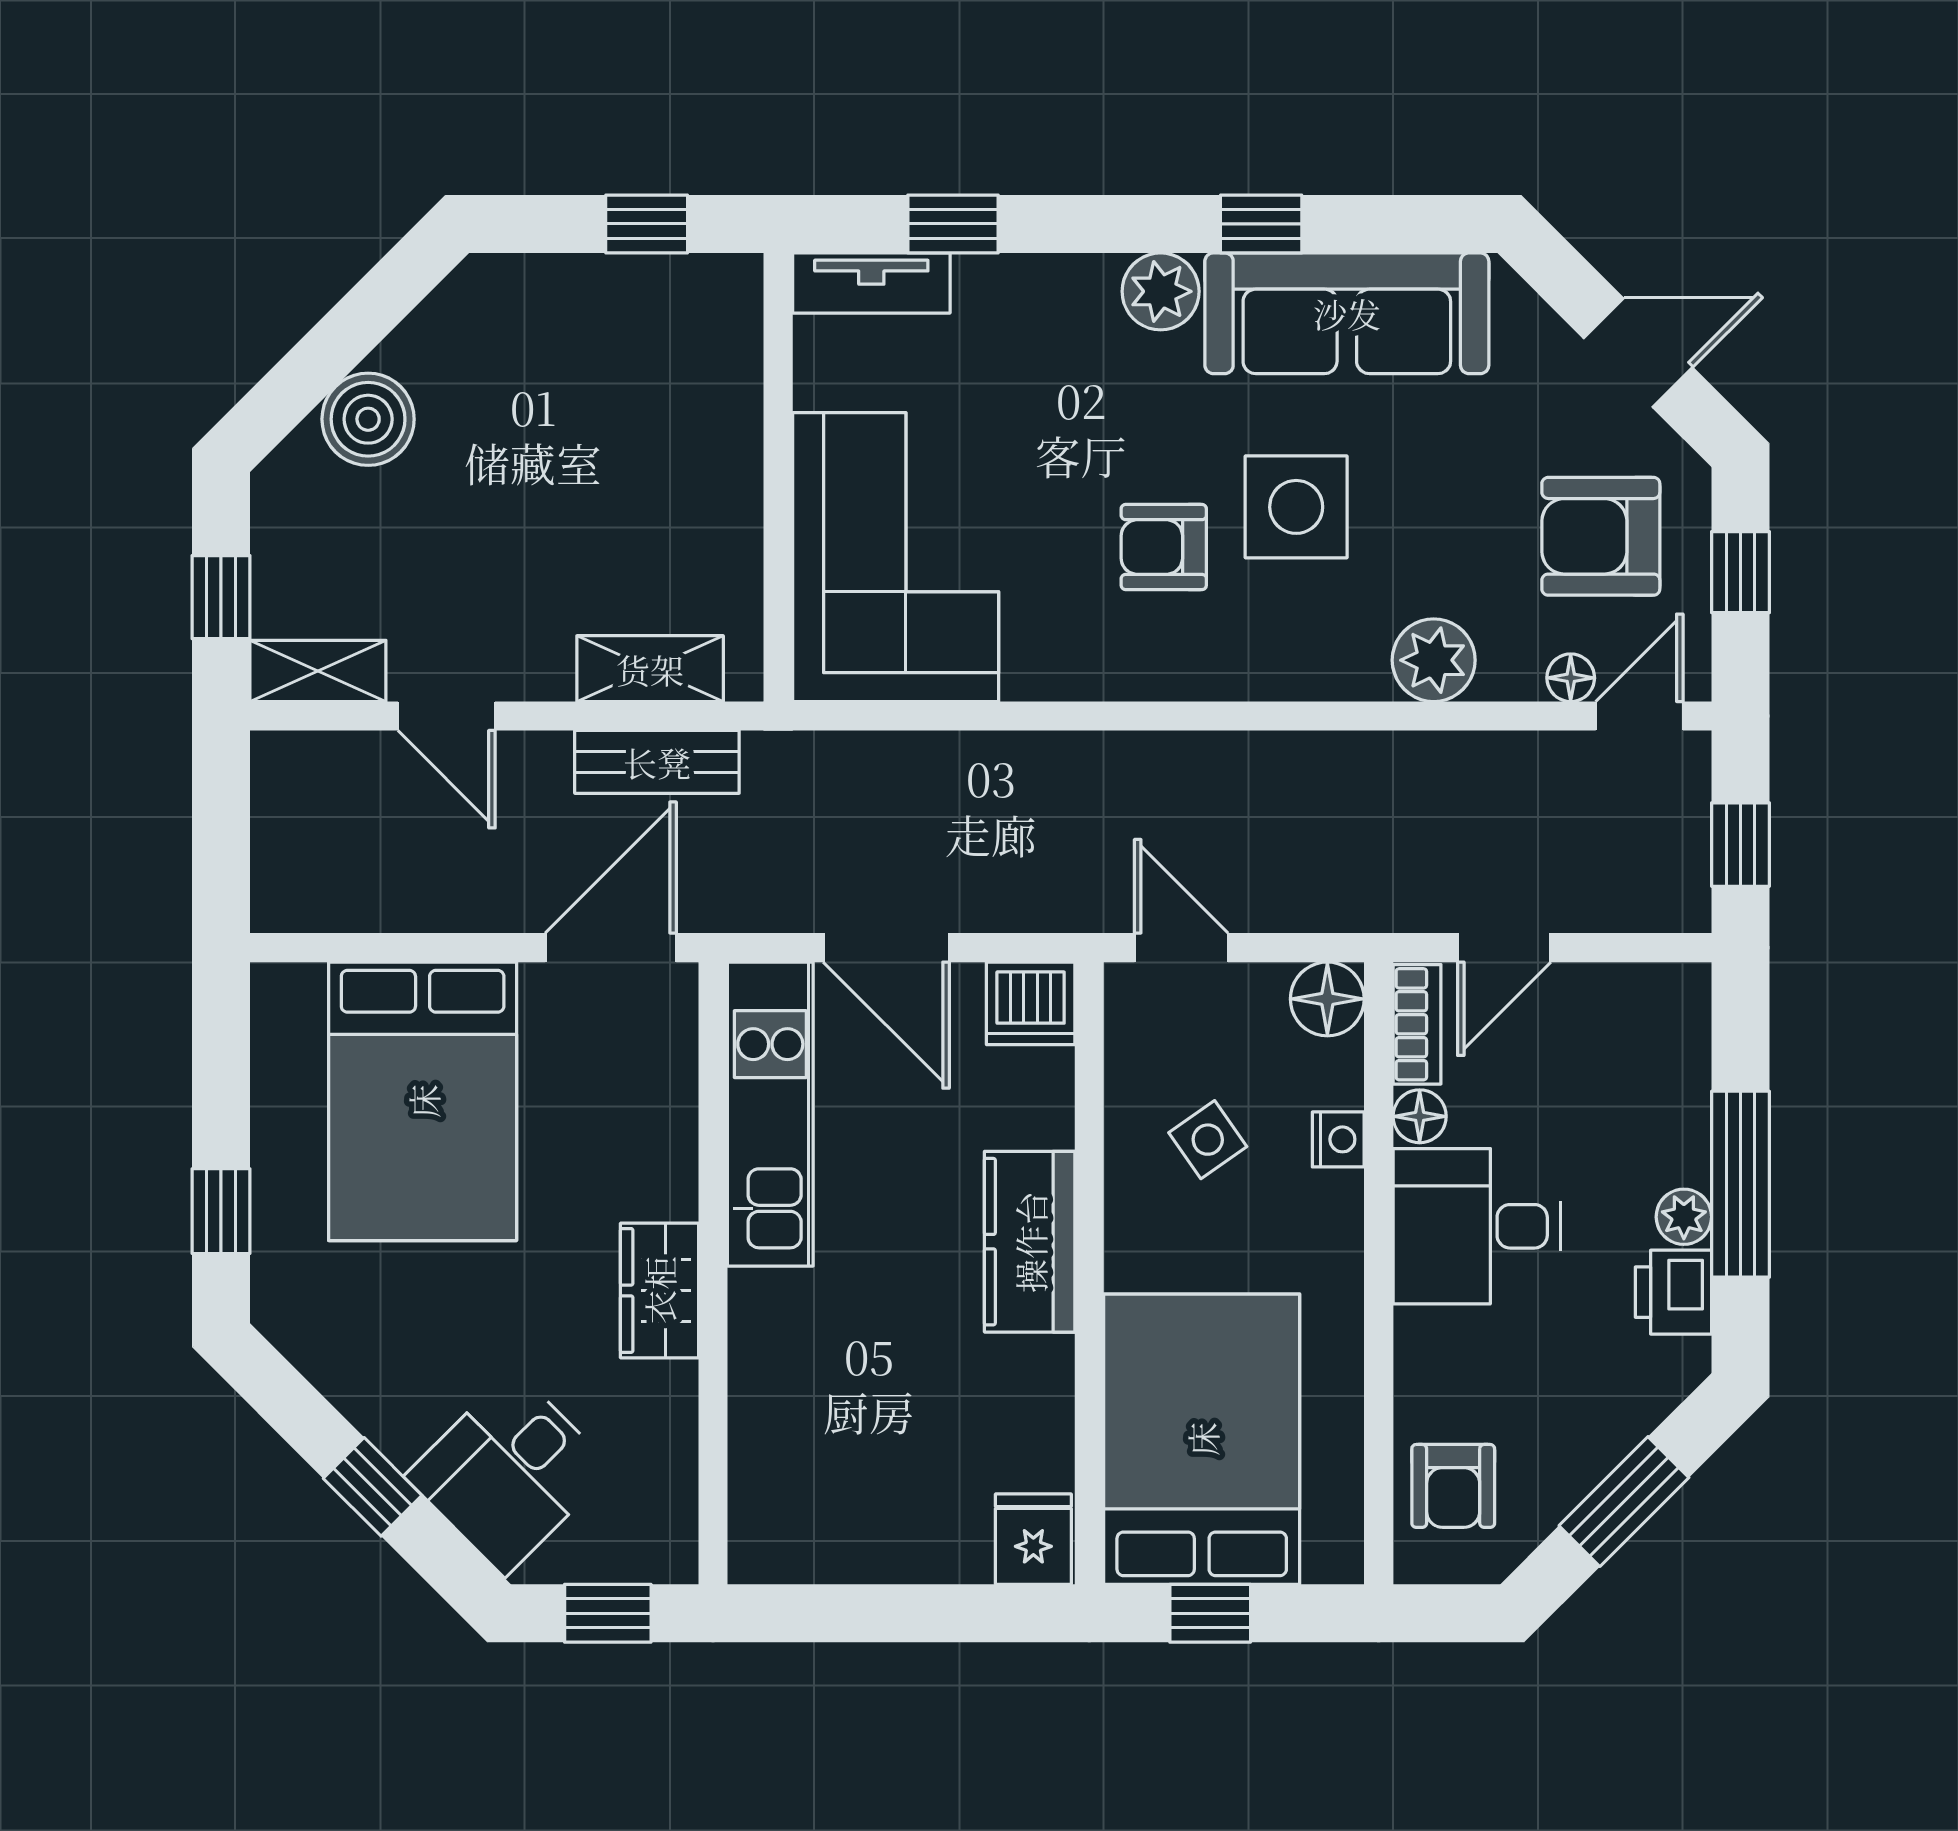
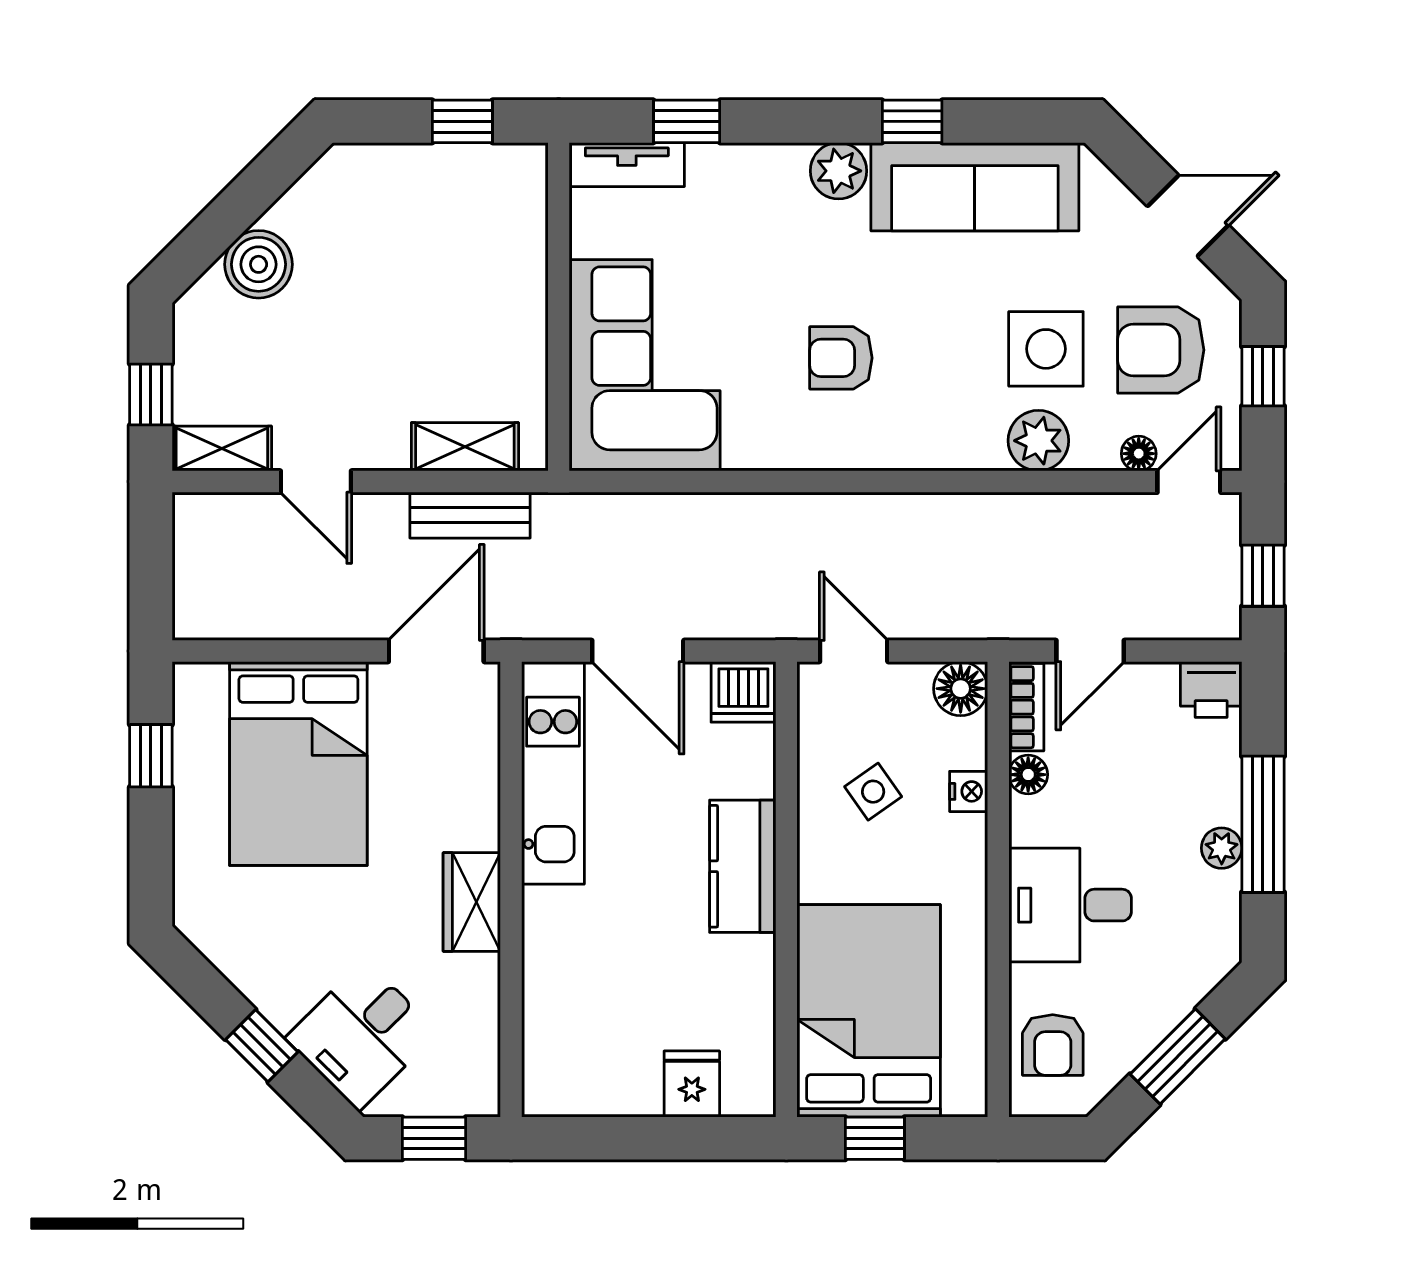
side table: (1296, 507) -> (1046, 349), moved
window: (221, 1211) -> (151, 756), moved
desk: (1477, 1226) -> (1070, 905), moved
printer: (1673, 1292) -> (1211, 690), moved, turned -90
fridge: (1033, 1539) -> (692, 1084), moved

